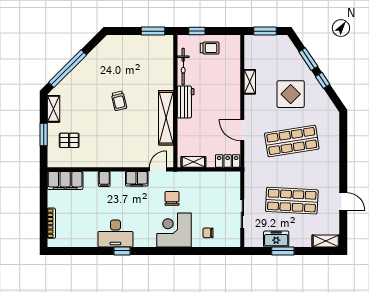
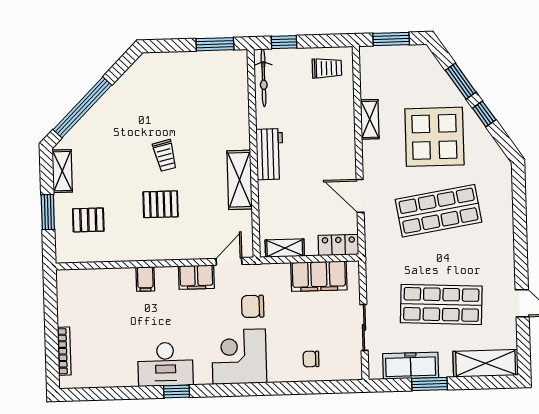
trolley: (210, 48) -> (327, 68), moved
bicycle: (183, 66) -> (264, 78), moved
display table: (291, 94) -> (434, 137), width x1.36, depth x1.36
shelving: (166, 118) -> (240, 180), width x0.68
pallet: (115, 132) -> (161, 204), added
filing cabinet: (65, 180) -> (319, 276), moved
chair: (172, 198) -> (253, 306), turned -90
corner desk: (174, 230) -> (239, 357), moved
freezer: (276, 239) -> (411, 366), width x1.40
shelving: (326, 241) -> (486, 363), width x1.50, depth x1.33

